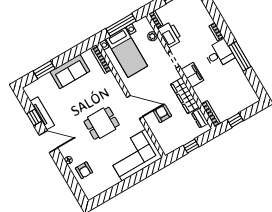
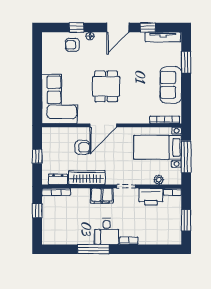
tv unit: (42, 113) -> (163, 37), moved
window: (68, 175) -> (77, 28), added

